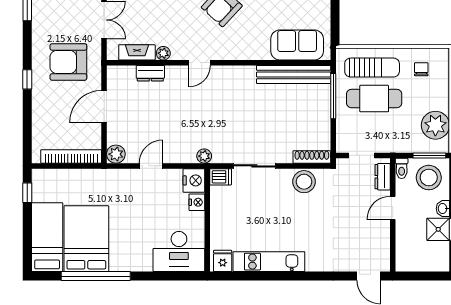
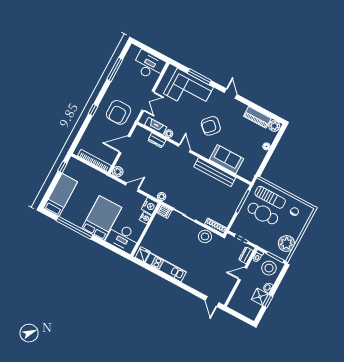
sofa: (297, 45) -> (226, 159), moved
armchair: (68, 62) -> (119, 112), turned -90
door: (199, 63) -> (184, 148), swing flipped
bench: (294, 75) -> (215, 172), moved
bed: (86, 239) -> (102, 218), moved

